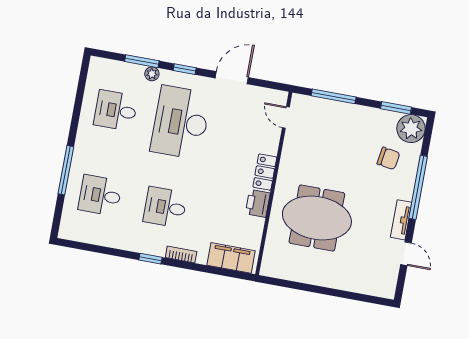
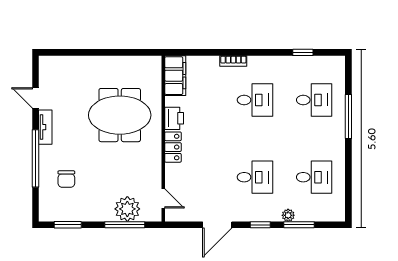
desk: (181, 122) -> (255, 177), width x0.53, depth x0.77
plant: (411, 129) -> (127, 209), moved
chair: (388, 158) -> (66, 179), turned -99
filing cabinet: (231, 258) -> (175, 76), moved, turned -90
window: (150, 259) -> (303, 52), moved

